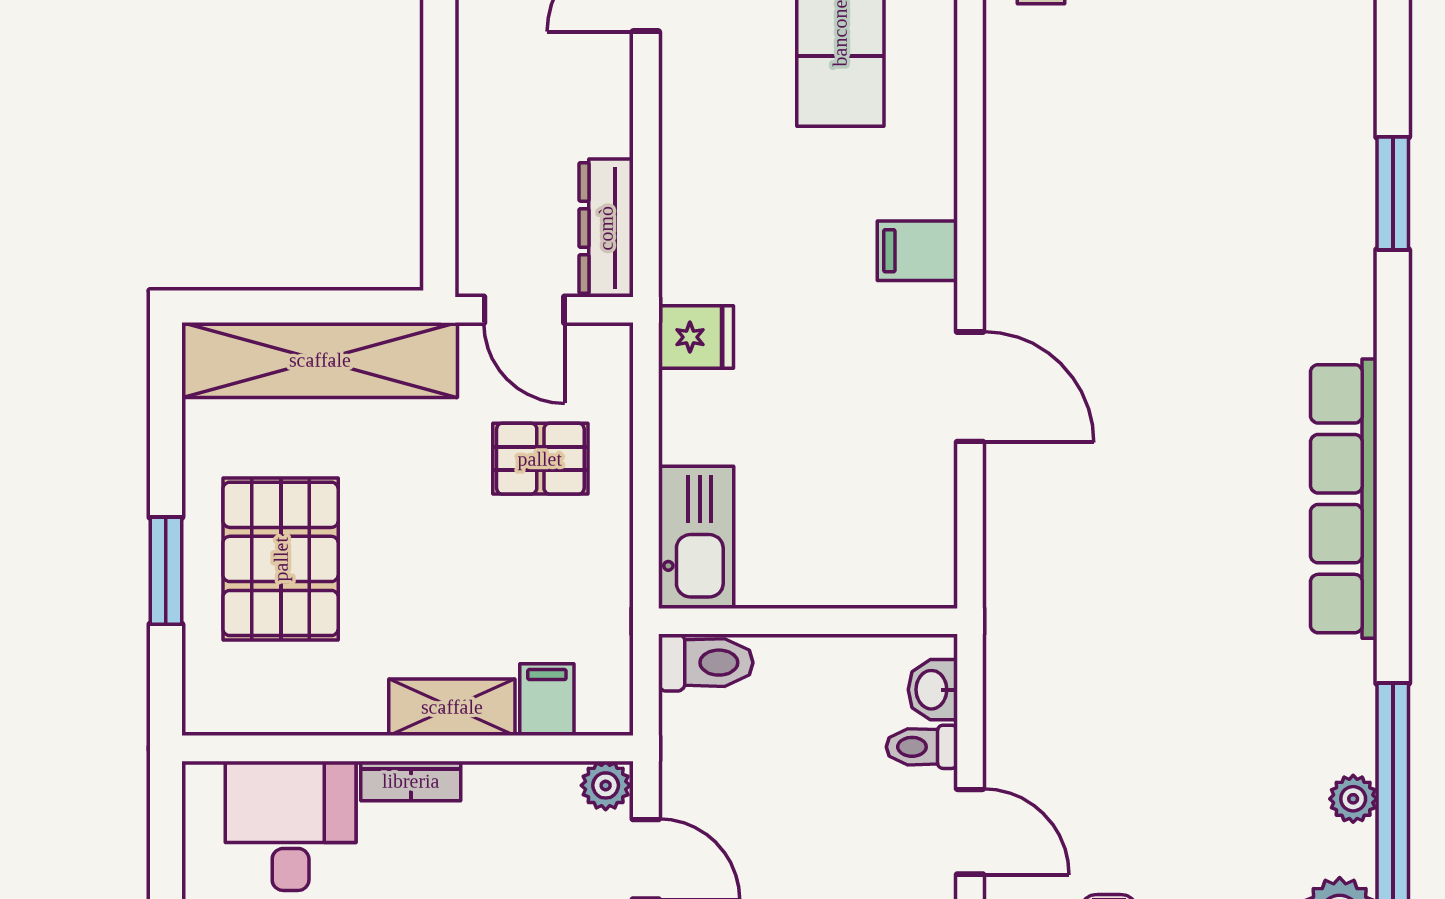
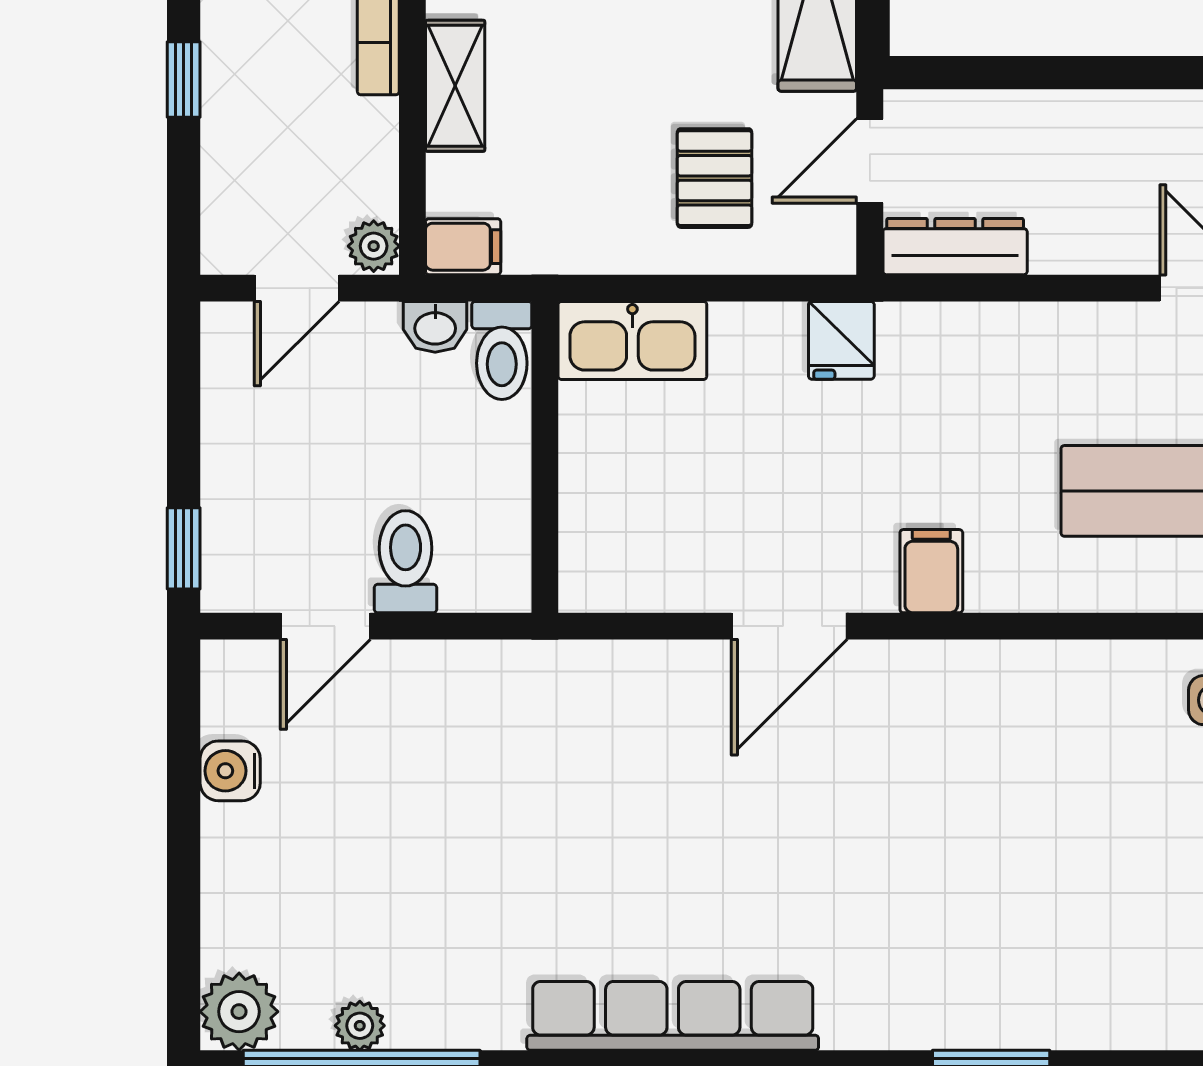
washbasin: (933, 690) -> (435, 327), moved, turned 180
filing cabinet: (547, 700) -> (463, 247), moved
toilet: (922, 747) -> (406, 562), width x1.37, depth x1.39

